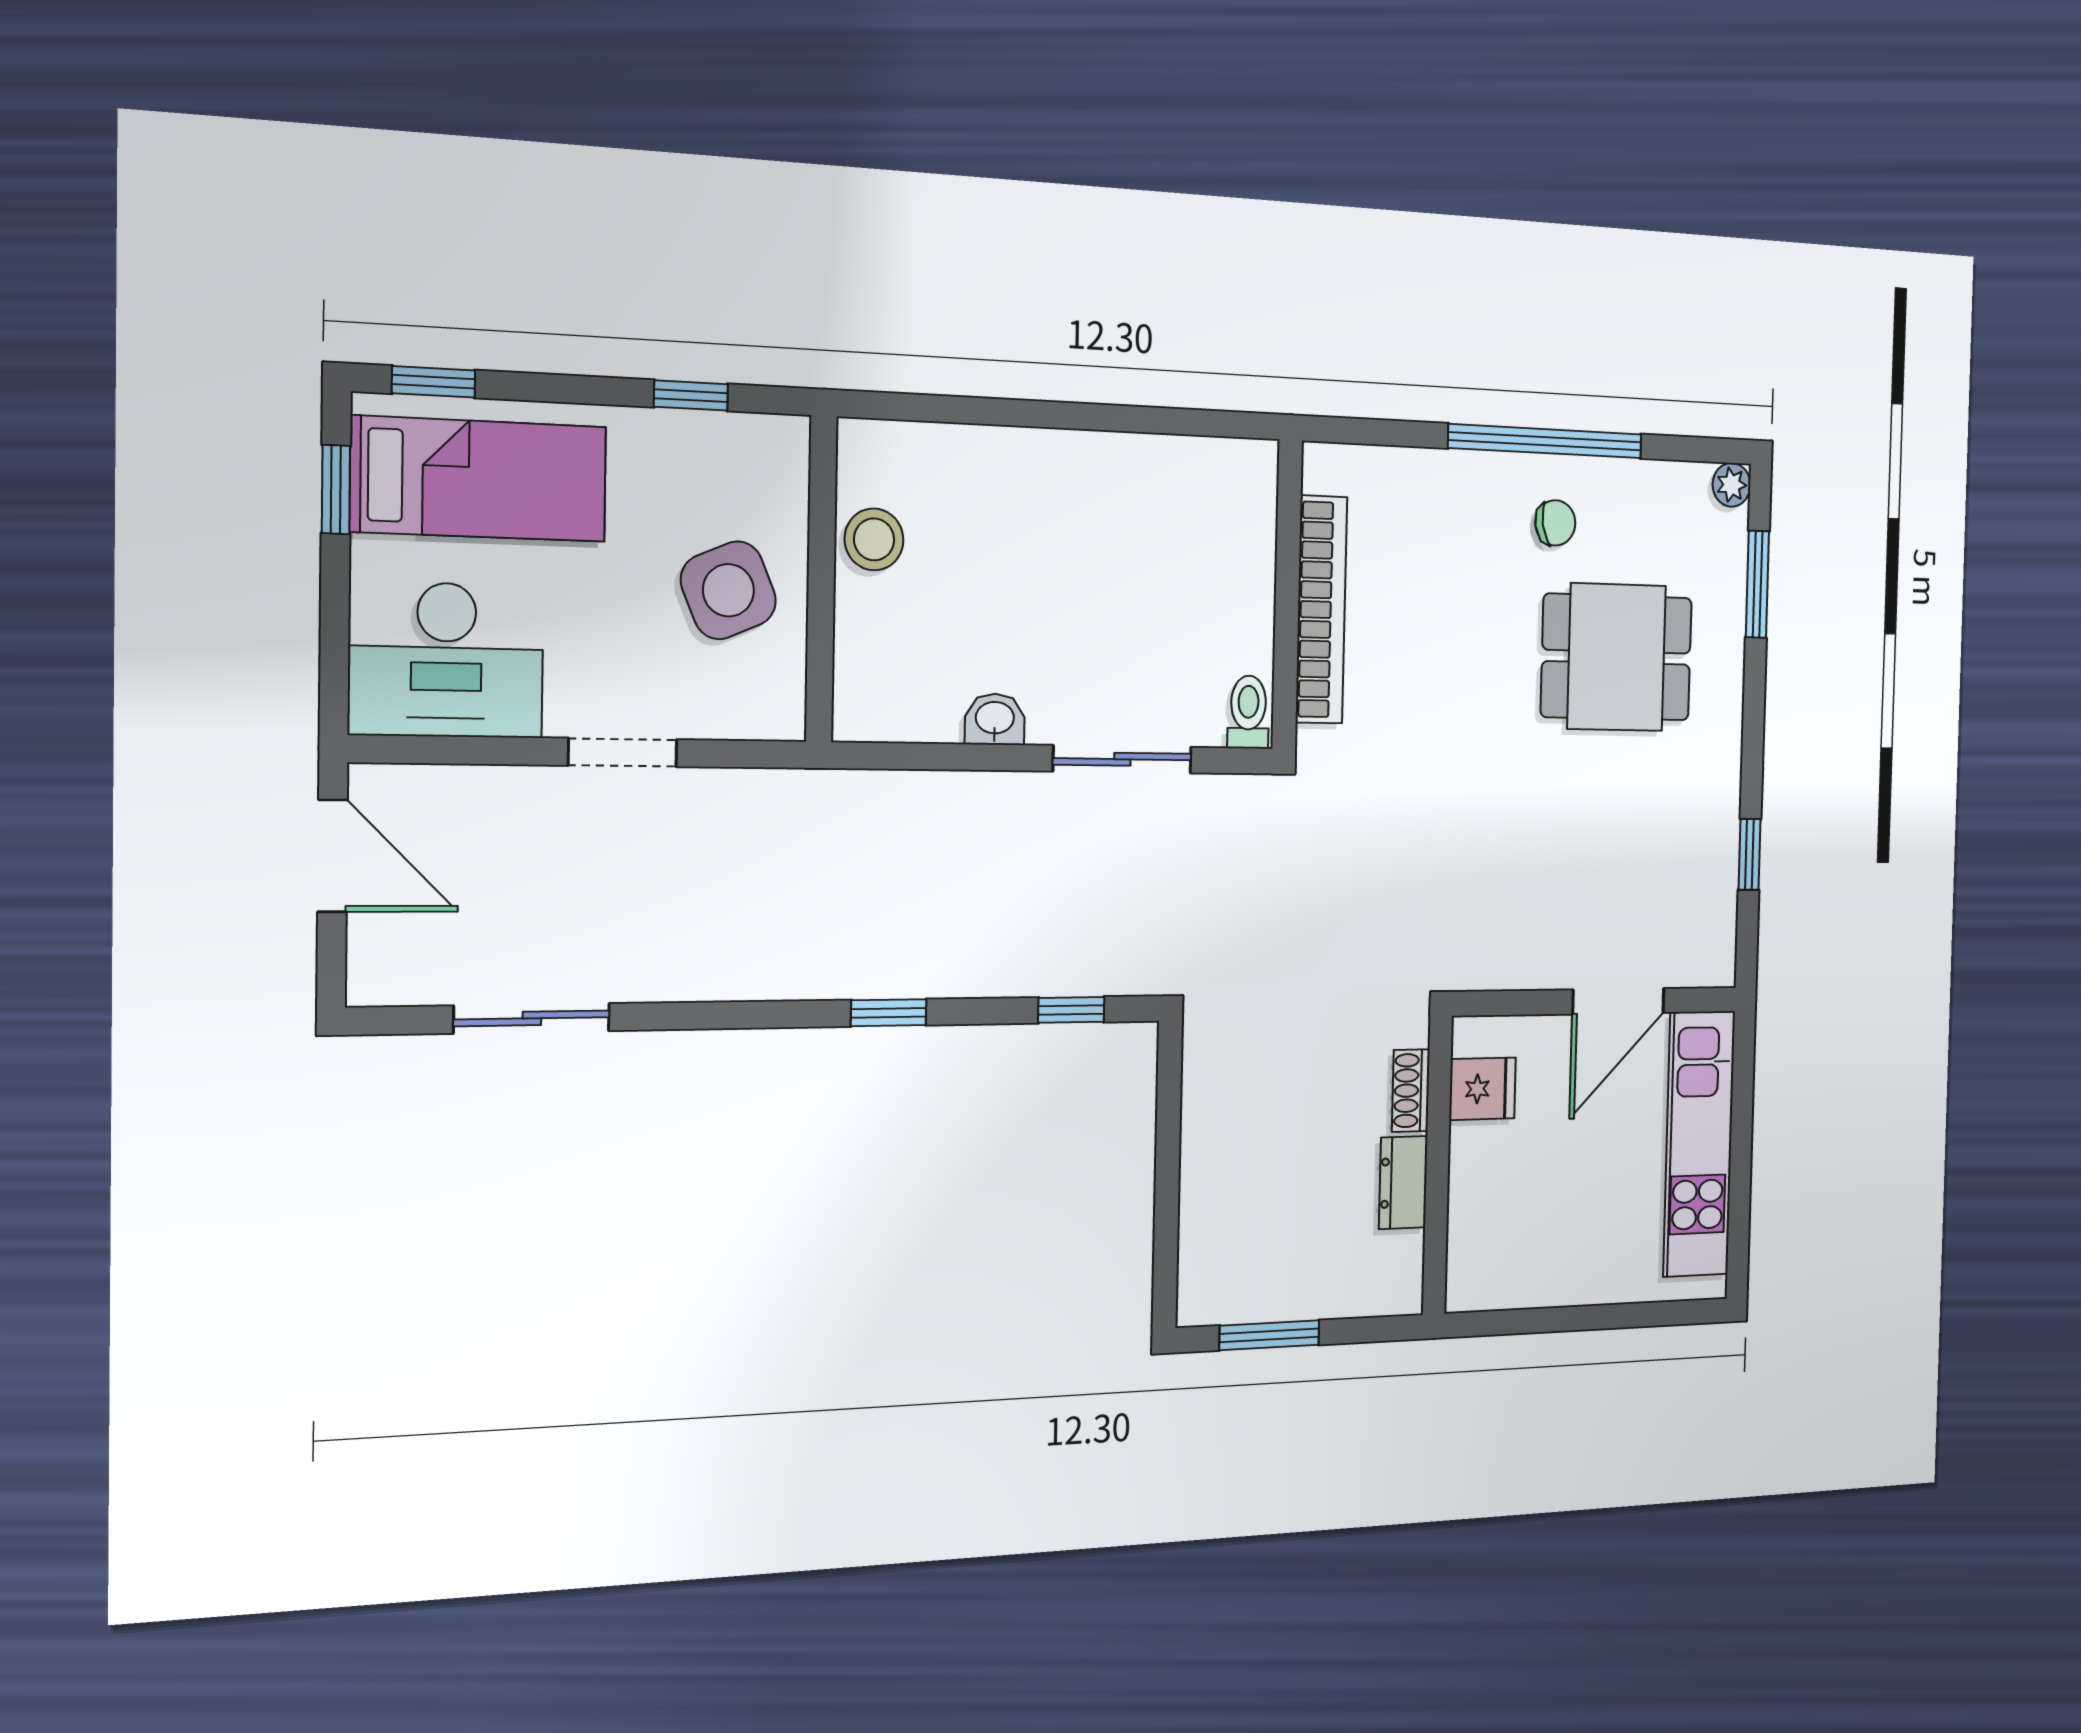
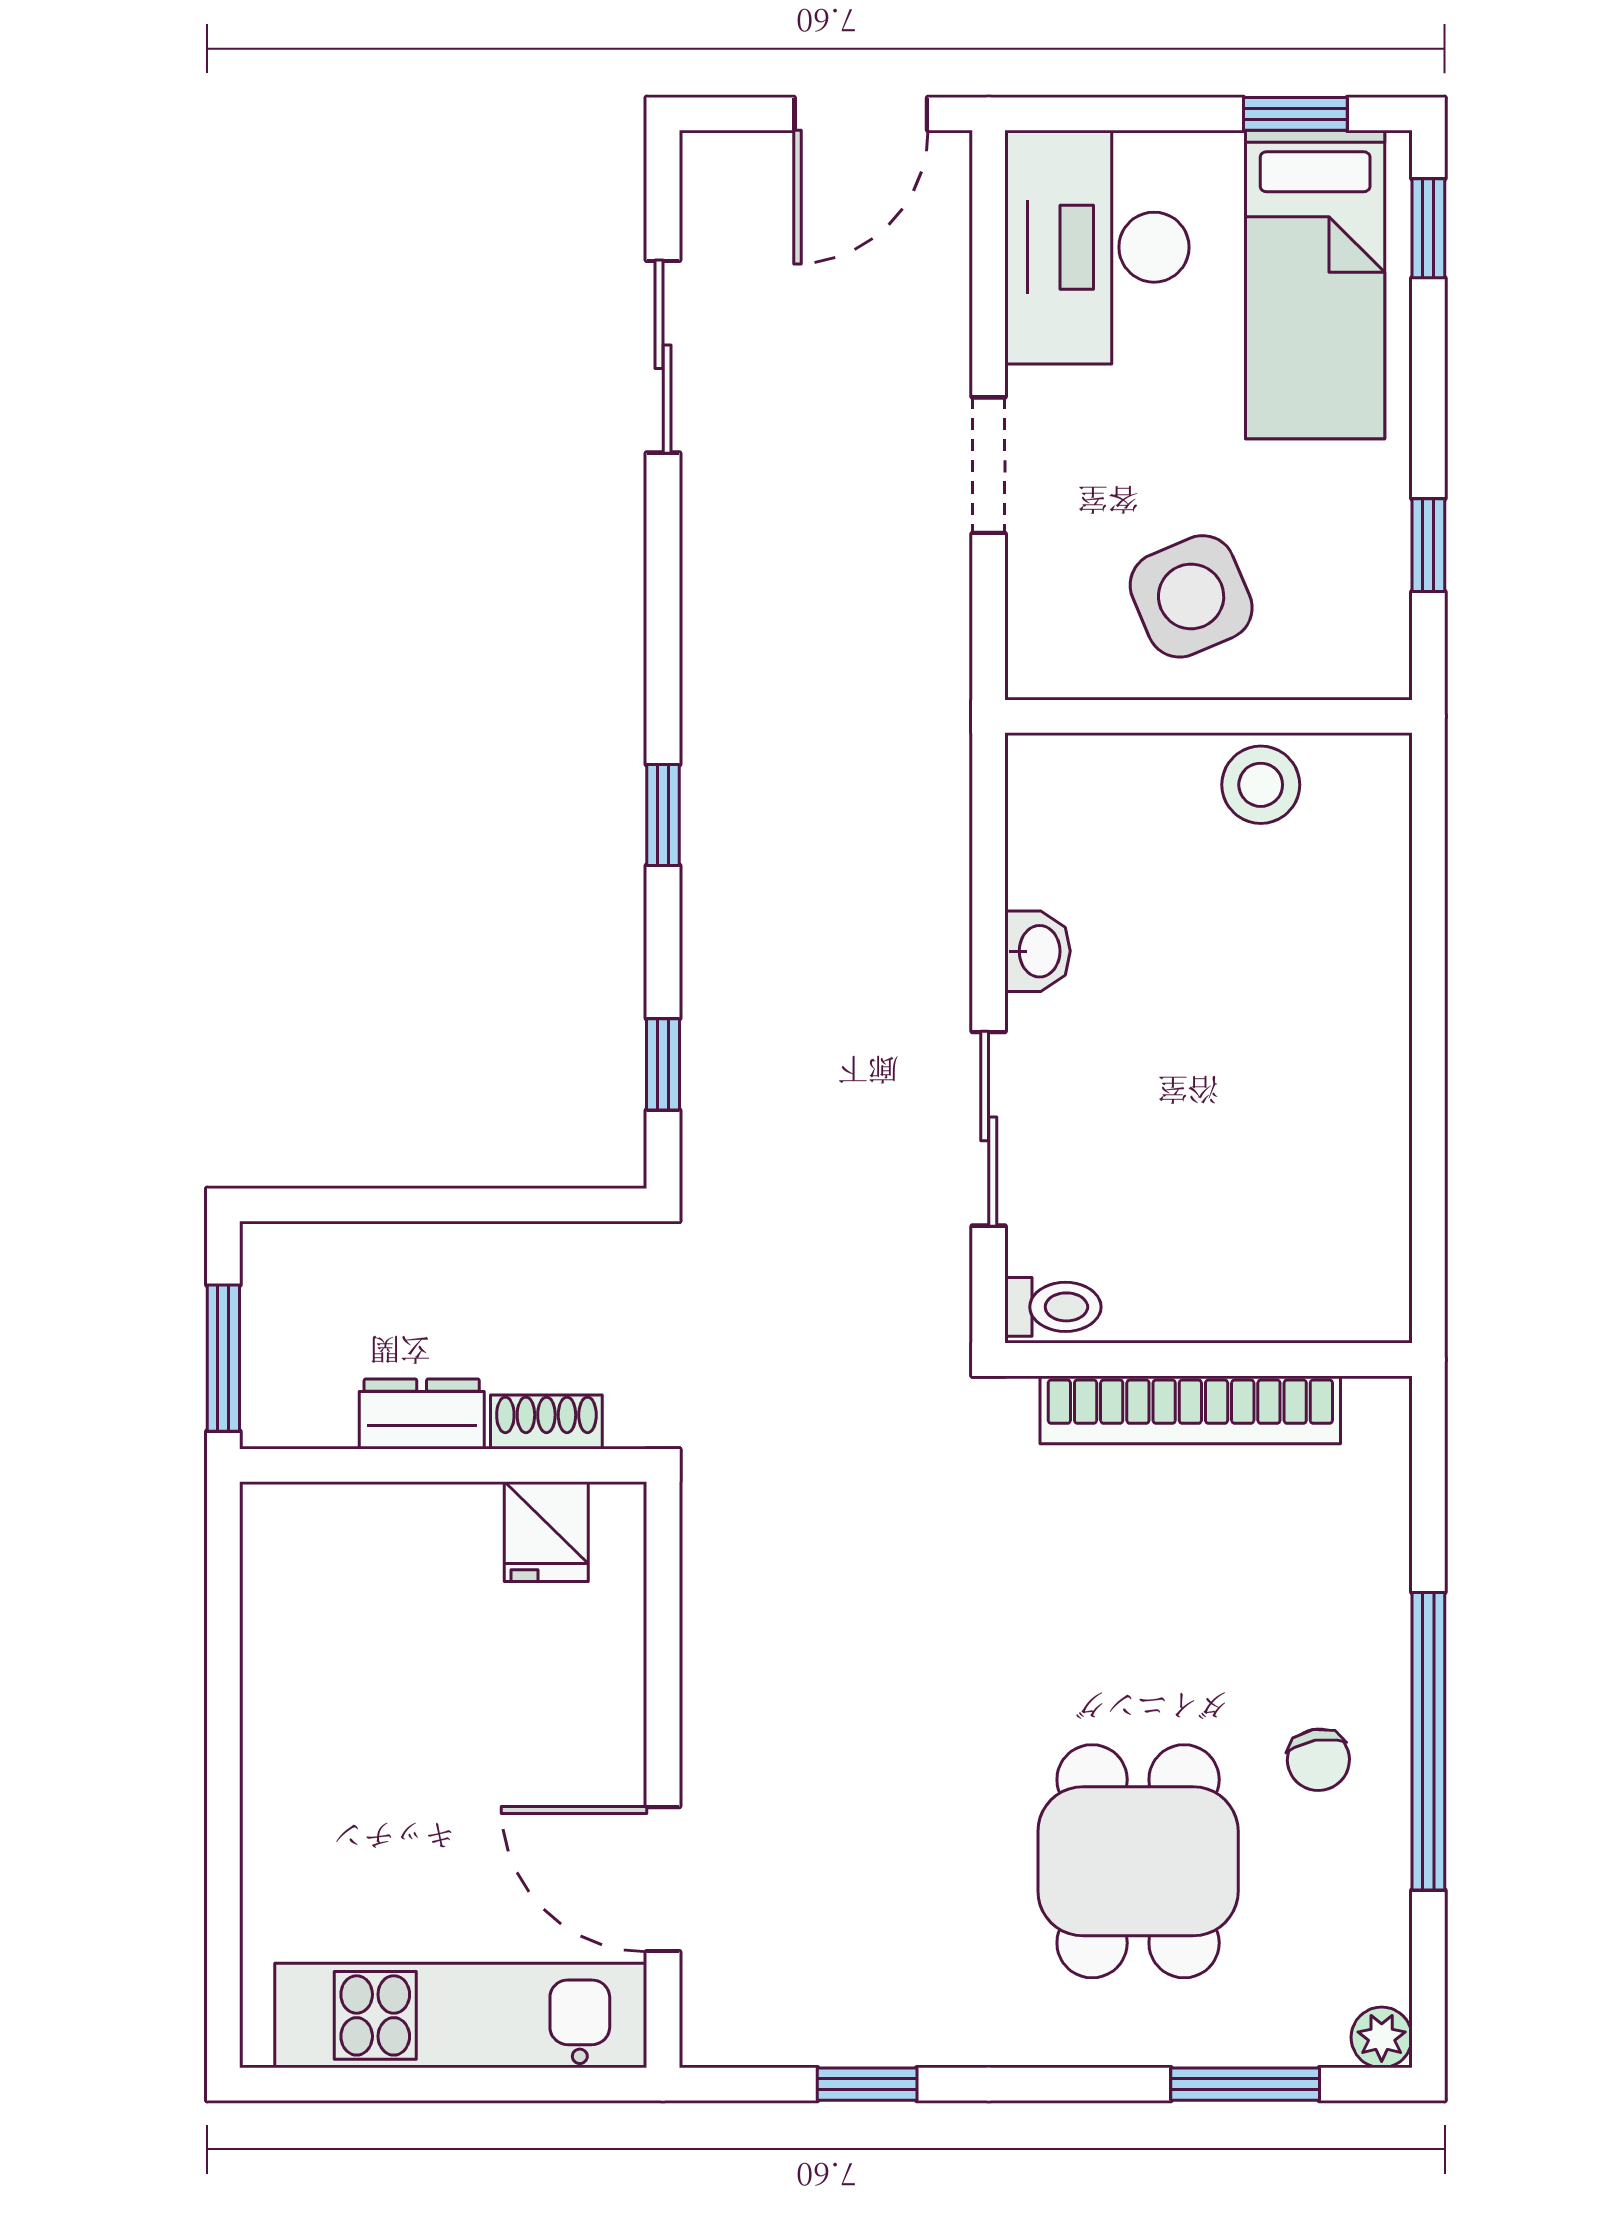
fridge: (1483, 1089) -> (546, 1532), moved
shoe rack: (1411, 1091) -> (546, 1422), moved
wall: (1437, 1166) -> (443, 1465), moved
dresser: (1403, 1183) -> (422, 1414), moved

